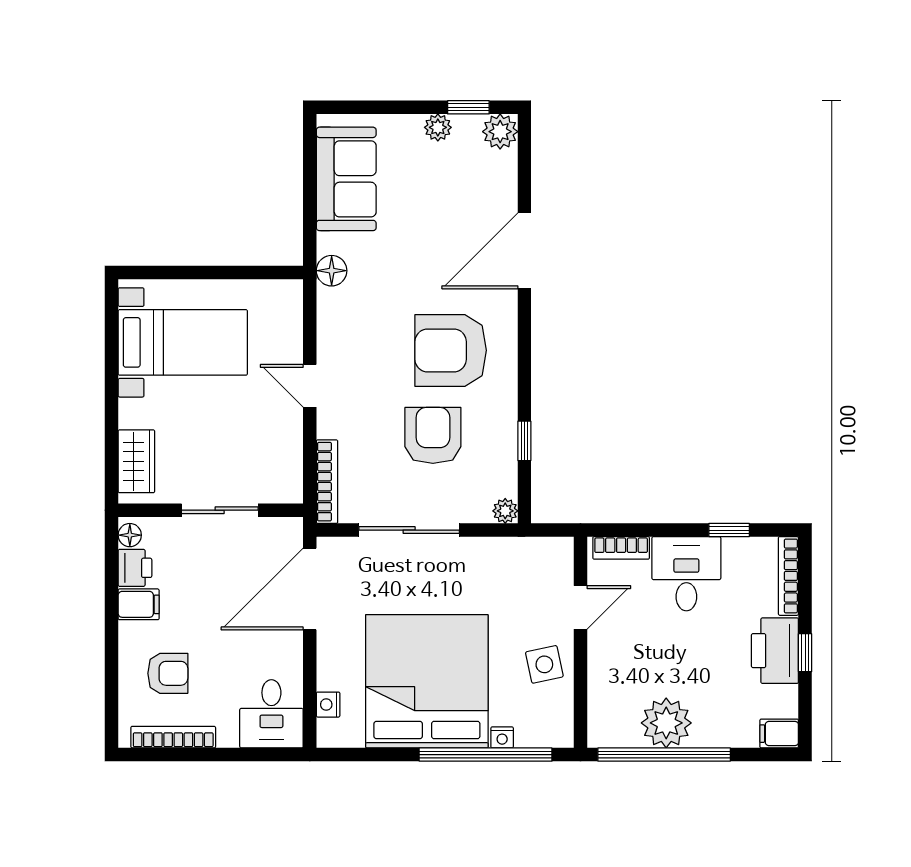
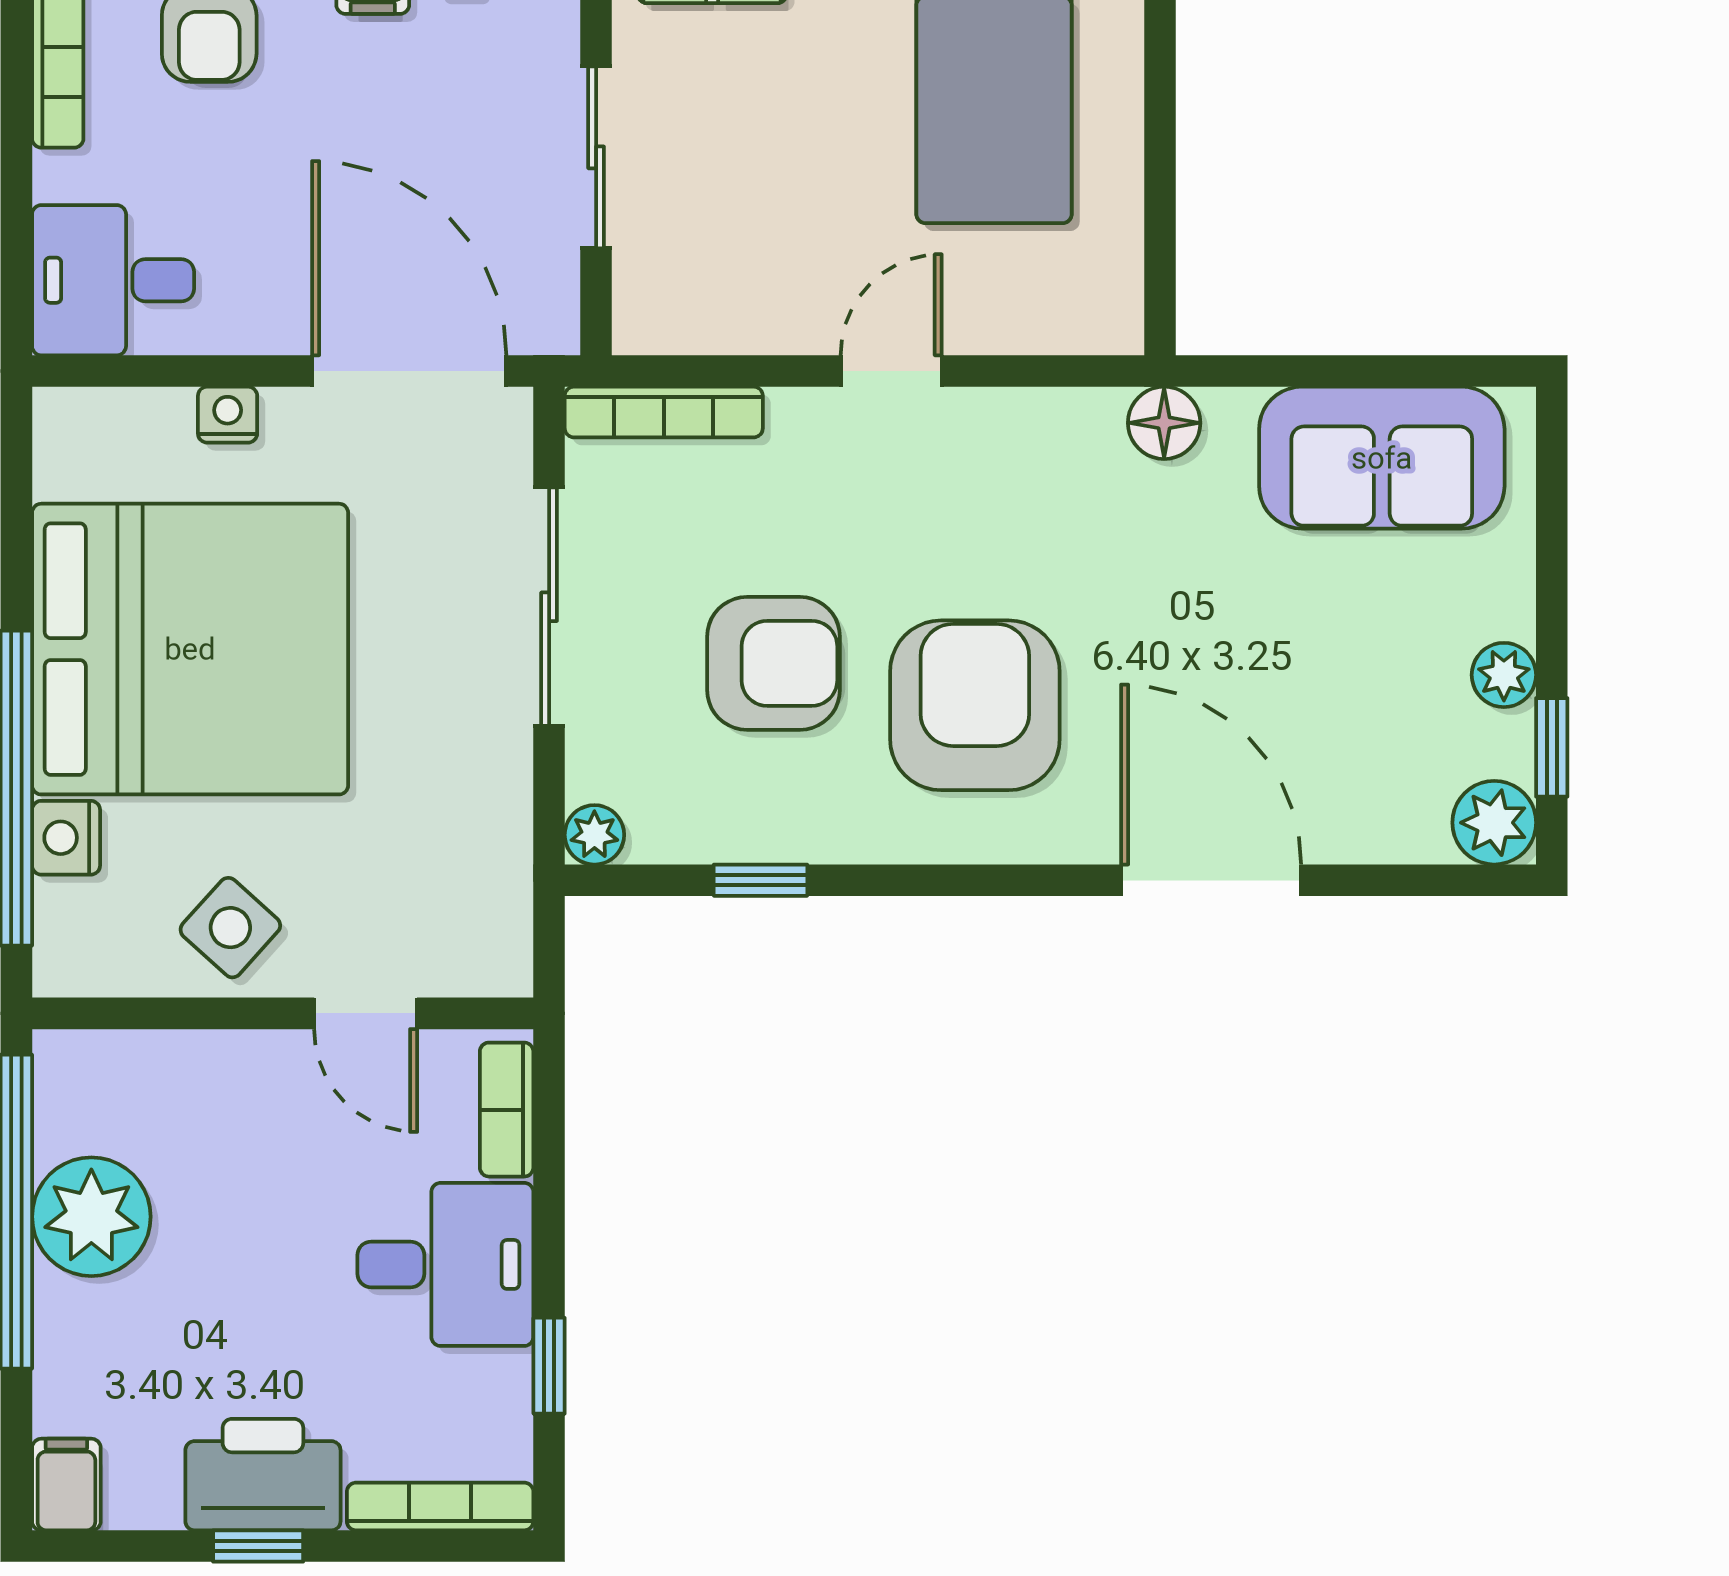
side table: (544, 664) -> (230, 928), turned -36
nightstand: (328, 705) -> (228, 415), moved
nightstand: (502, 737) -> (66, 838), width x1.39, depth x1.35

